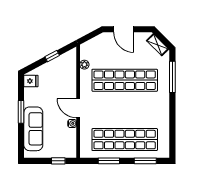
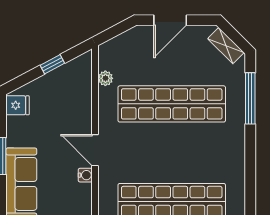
door: (124, 29) -> (170, 20), hinge flipped

